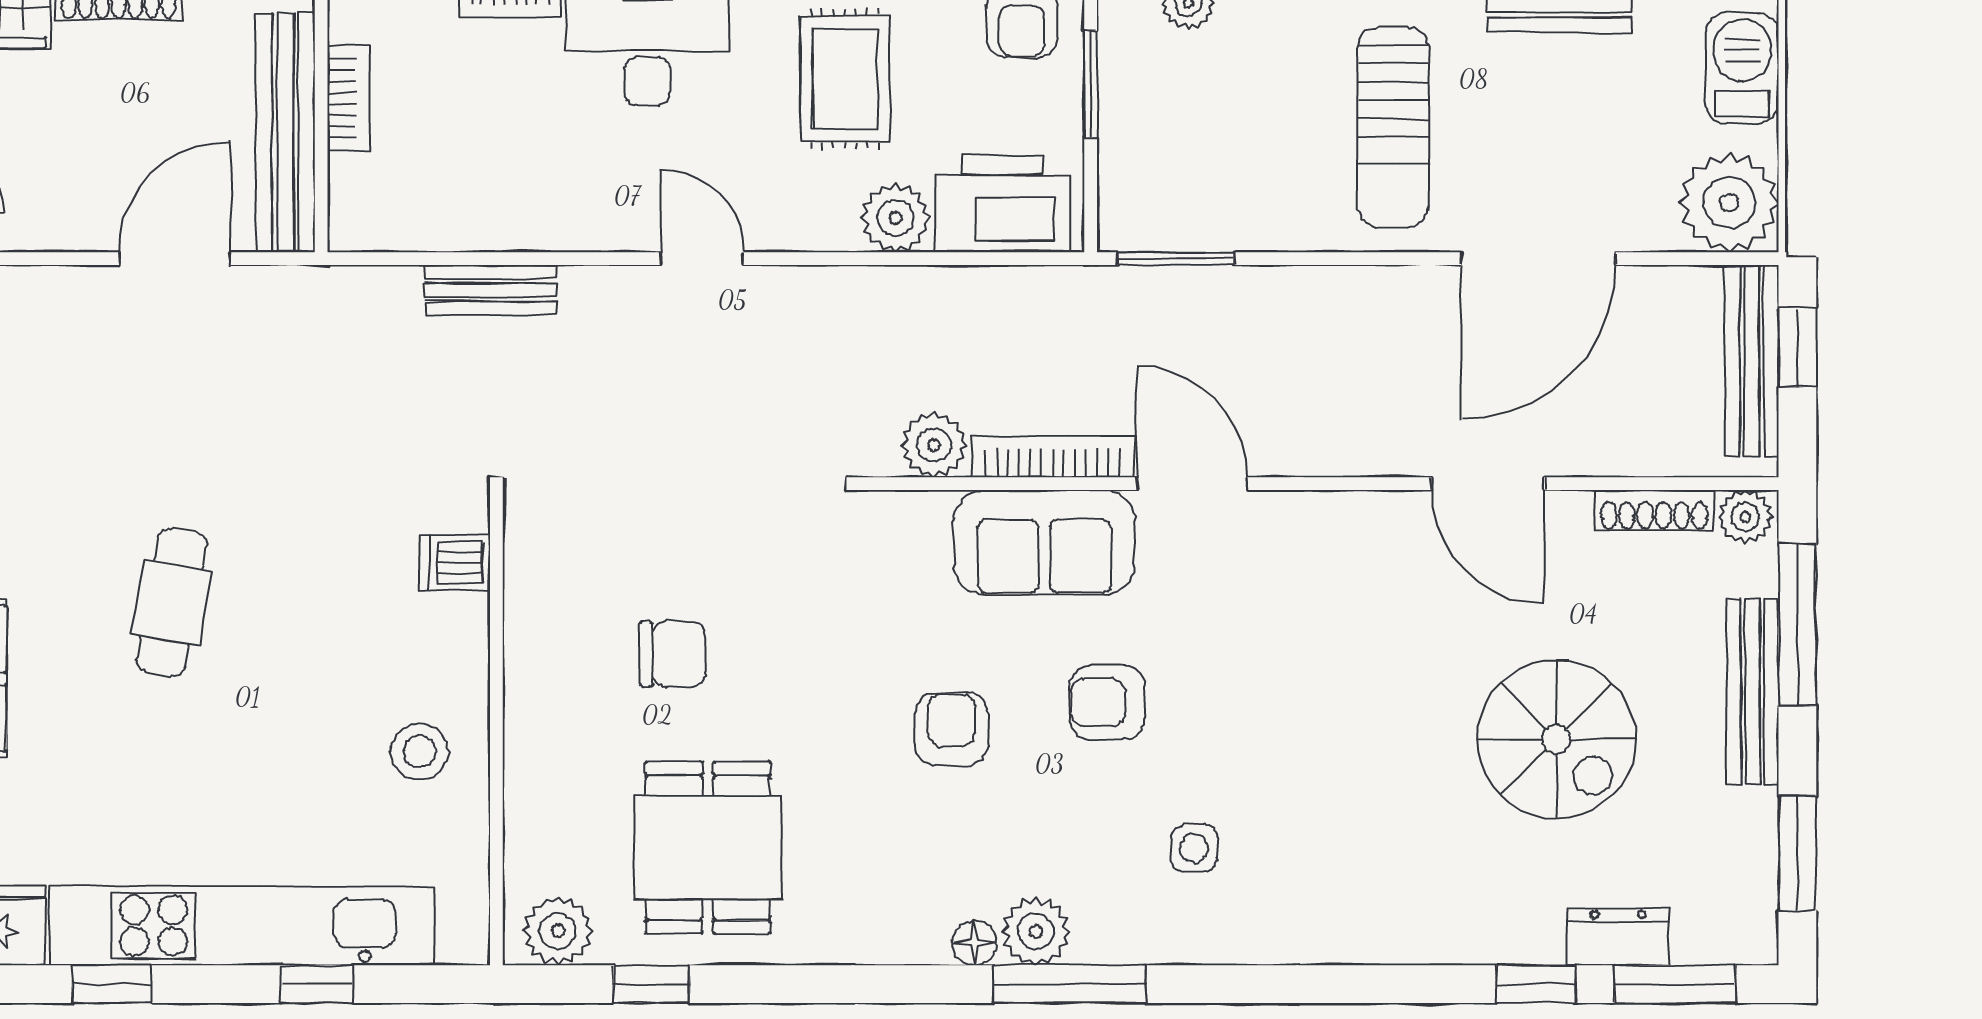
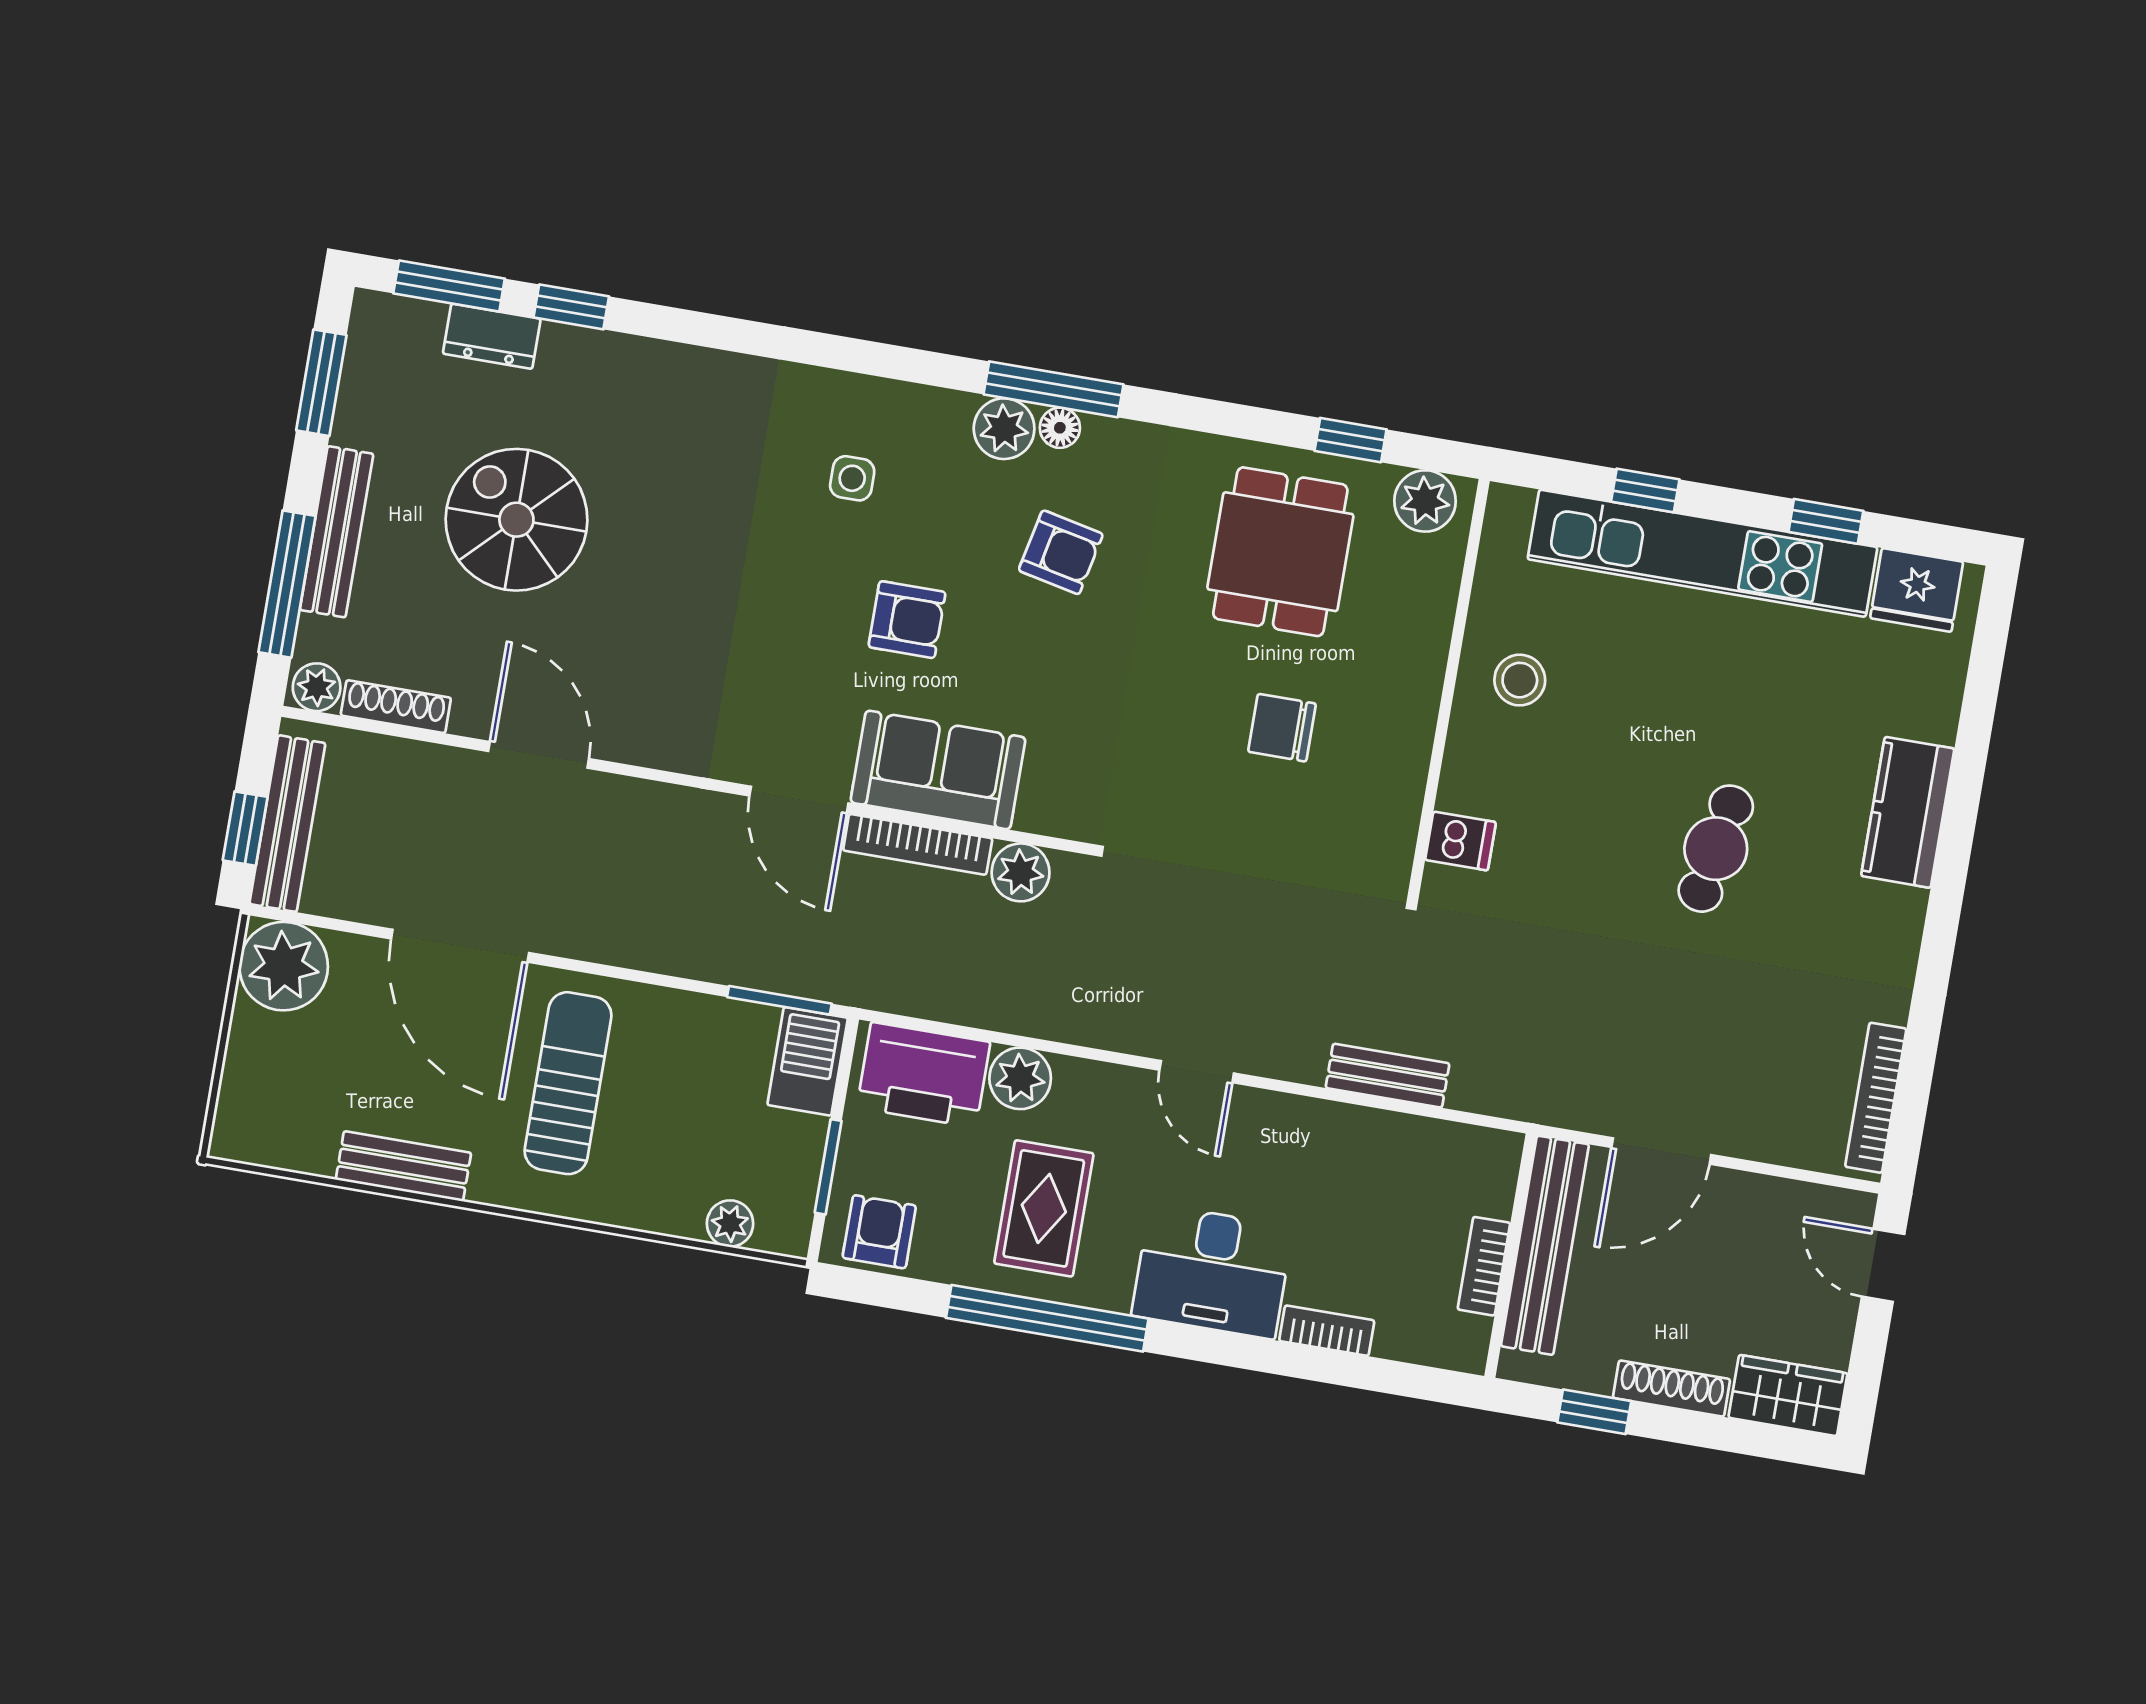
barbecue: (1742, 68) -> (808, 1061), moved, turned 180
door: (1538, 259) -> (460, 946), swing flipped
armchair: (952, 729) -> (1061, 552), moved, turned -78
window: (1070, 984) -> (1054, 389), moved

